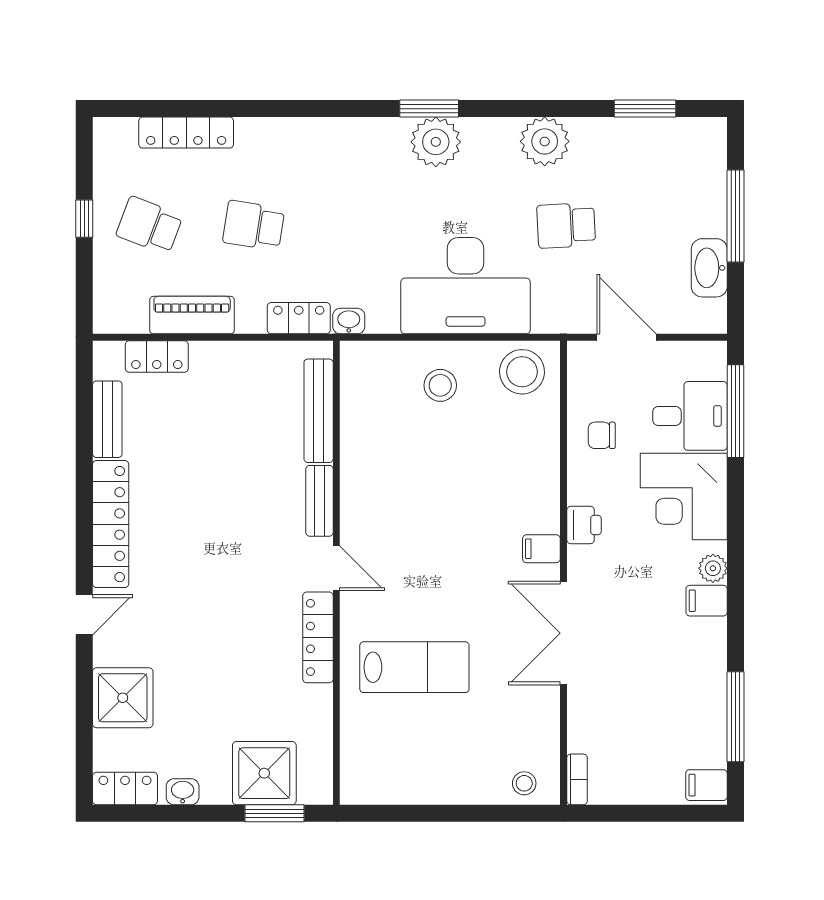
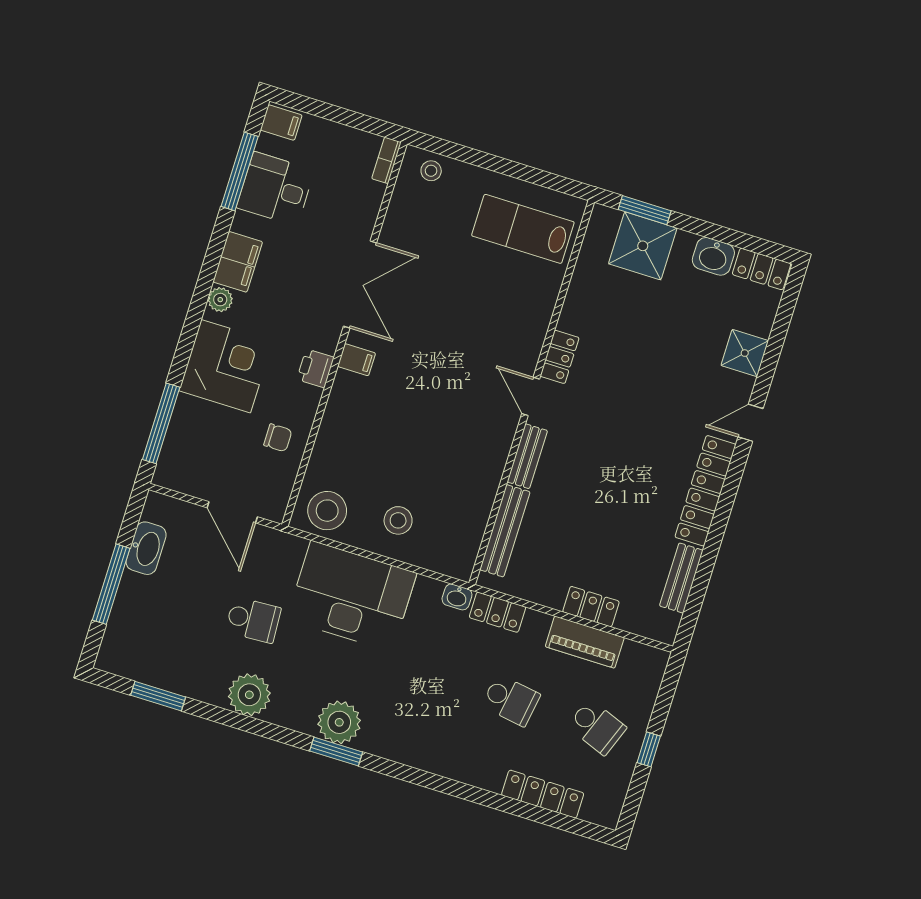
locker: (157, 357) -> (591, 607), moved
desk: (690, 416) -> (275, 189), moved
filing cabinet: (707, 601) -> (238, 262), width x2.00
locker: (318, 637) -> (560, 357), width x0.66
lab bench: (414, 667) -> (523, 229), moved
shower: (123, 698) -> (745, 353), width x0.73, depth x0.73
washbasin: (183, 792) -> (713, 256), width x1.38, depth x1.45

